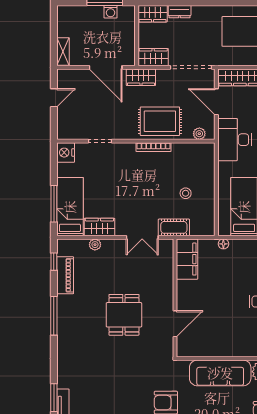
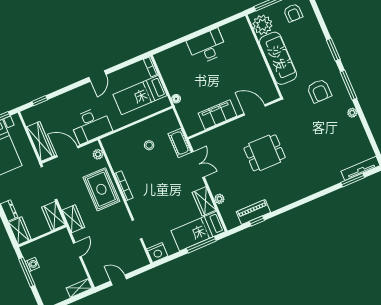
door: (106, 67) -> (77, 250), width x0.53
door: (216, 102) -> (67, 152), swing flipped
filing cabinet: (187, 259) -> (218, 115), moved
window: (54, 262) -> (257, 221), moved
window: (54, 316) -> (289, 207), removed

